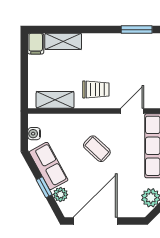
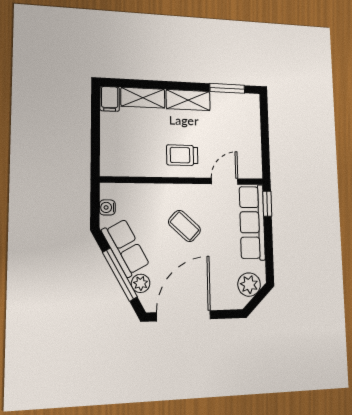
trolley: (96, 89) -> (182, 155), turned 180
shelving: (55, 100) -> (188, 100), moved
window: (44, 187) -> (120, 275), width x2.17

